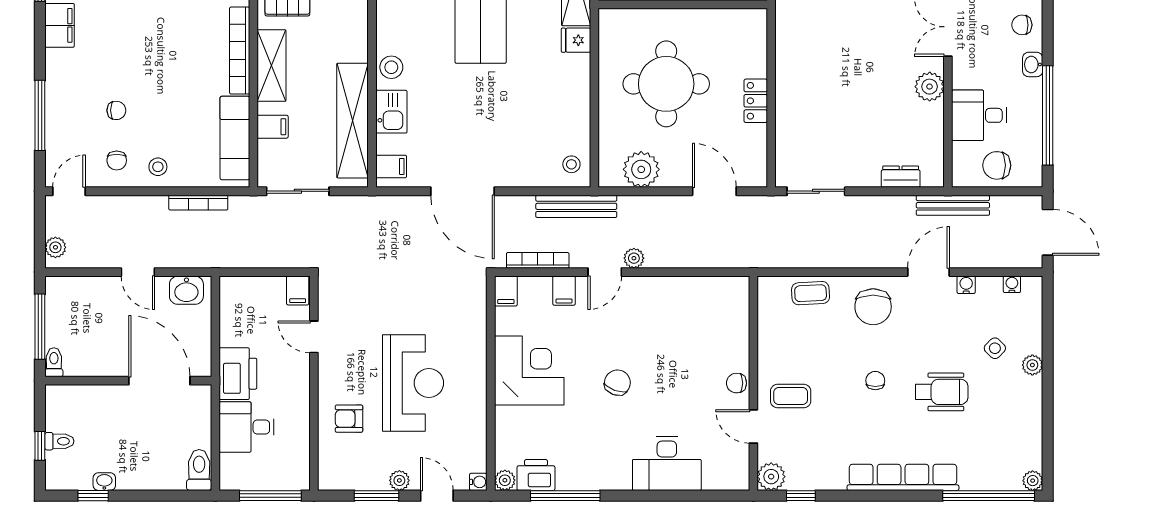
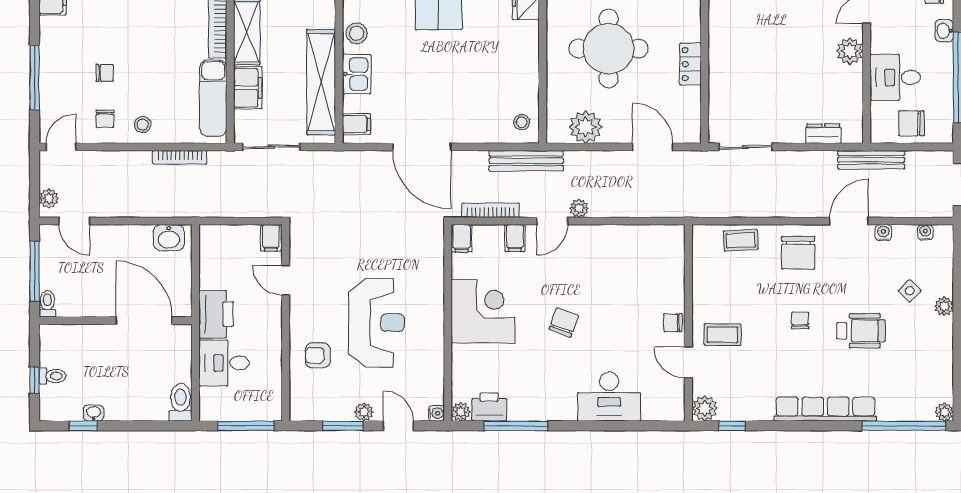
filing cabinet: (273, 127) -> (248, 88), width x2.00
door: (138, 272) -> (74, 221), moved

